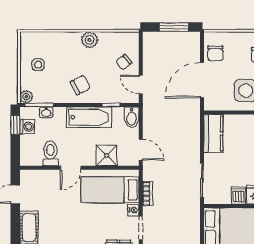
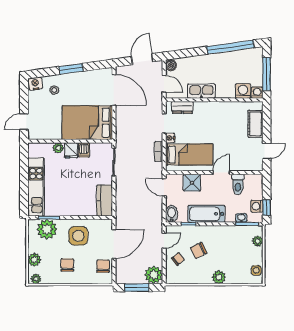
plant: (89, 40) -> (219, 277), moved
plant: (153, 43) -> (154, 275), added
side table: (38, 65) -> (256, 270), moved
door: (141, 84) -> (164, 241), hinge flipped
chair: (80, 85) -> (199, 250), moved
plant: (26, 97) -> (258, 241), moved

